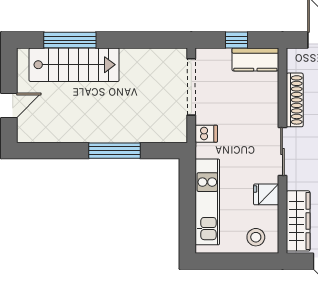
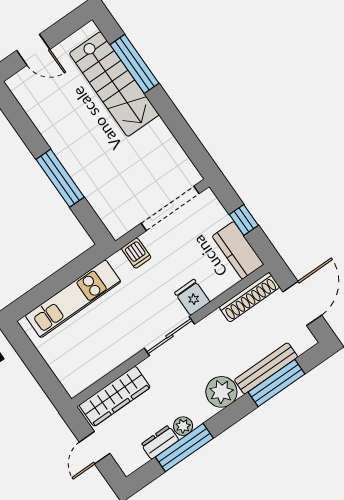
shoe rack: (295, 100) -> (249, 297), moved
fridge: (266, 194) -> (192, 297), moved
stool: (256, 237) -> (72, 367), removed

